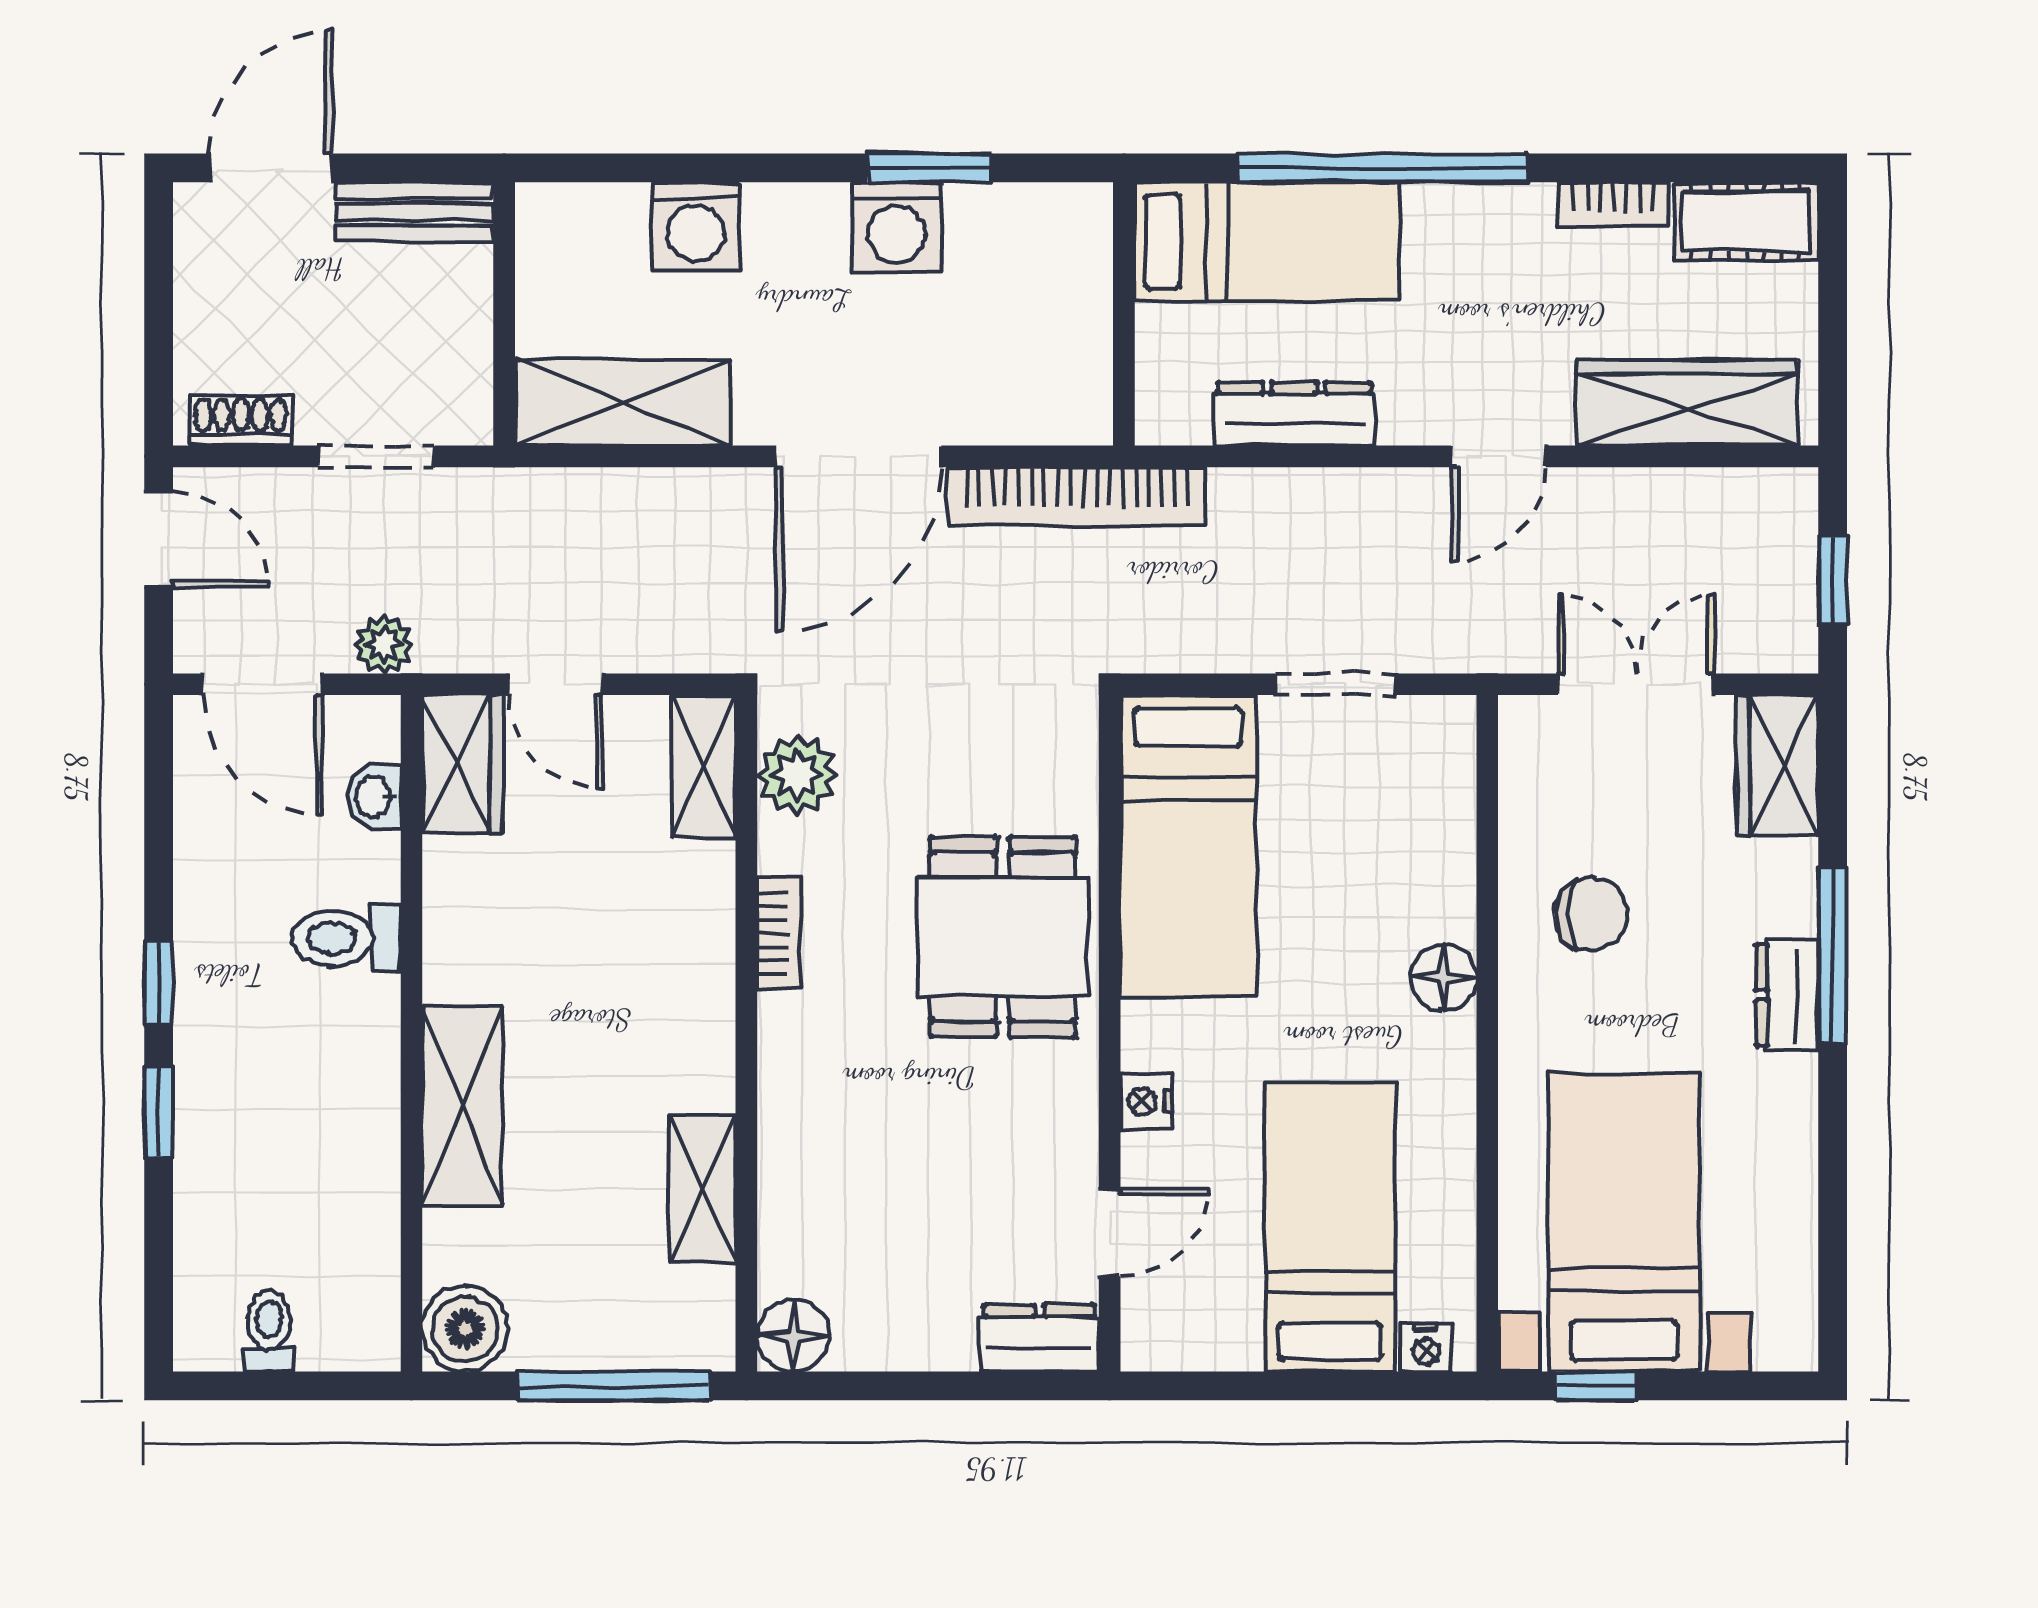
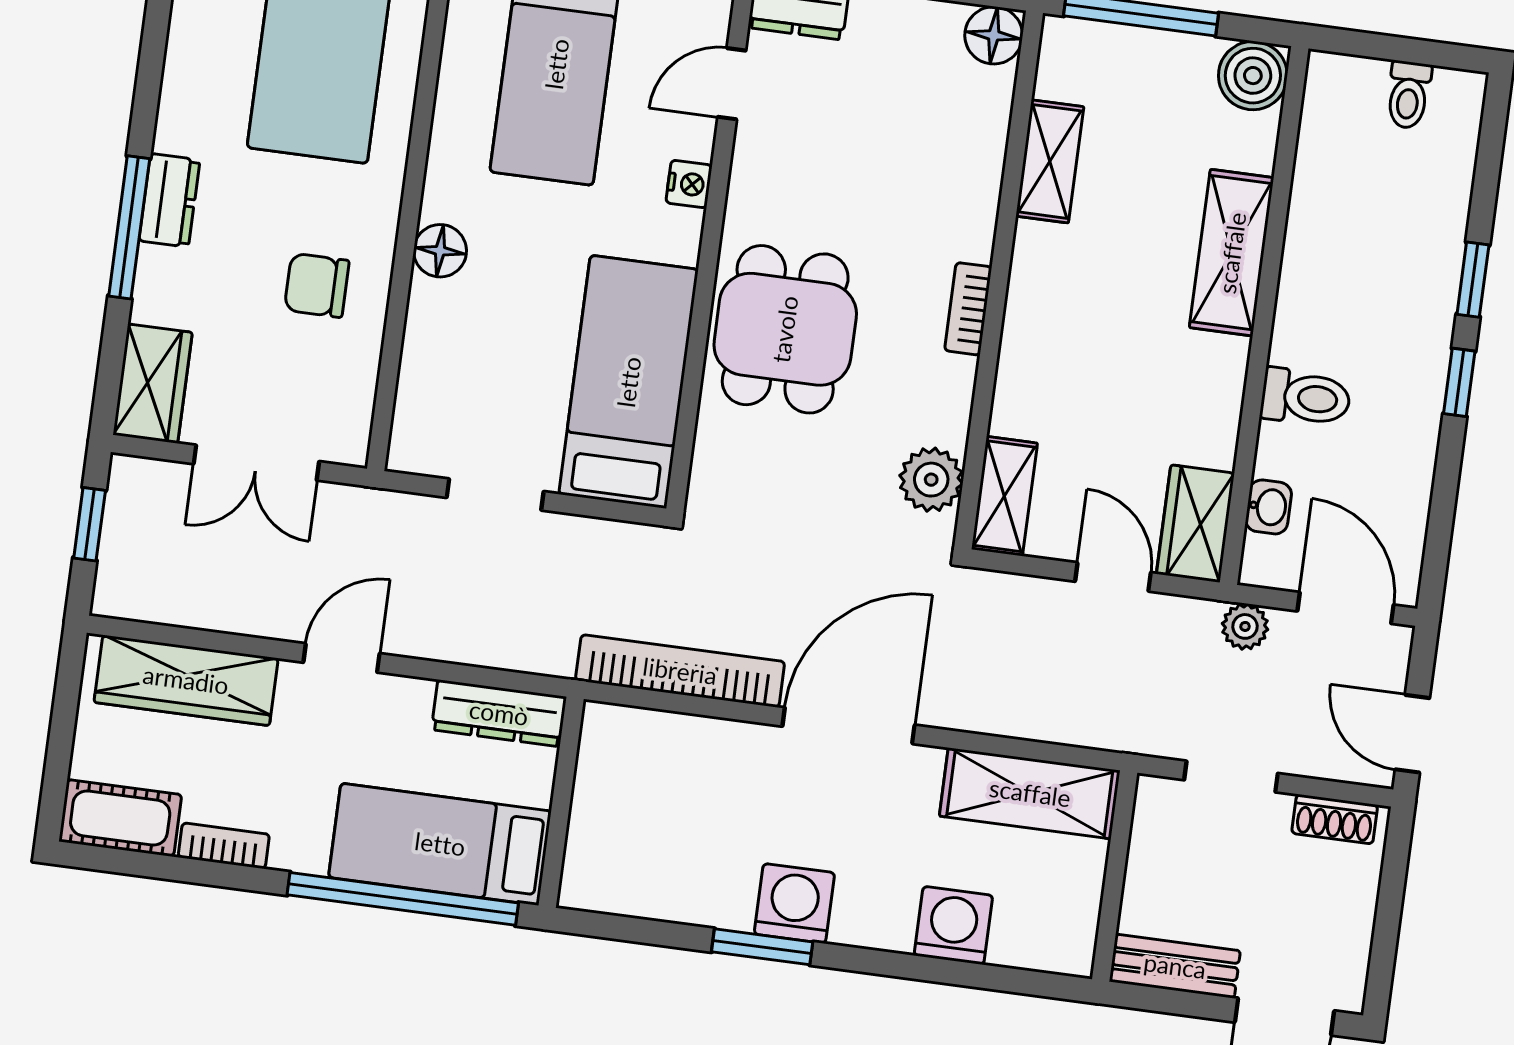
bed: (1267, 242) -> (440, 844), moved
wall: (1124, 314) -> (561, 802), moved
bookcase: (779, 933) -> (968, 309), moved

